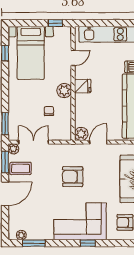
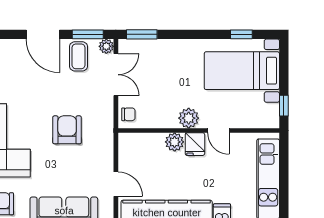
door: (73, 58) -> (218, 130), moved
chair: (49, 111) -> (128, 114), moved
plant: (81, 134) -> (175, 142), moved
door: (98, 142) -> (116, 184), moved

